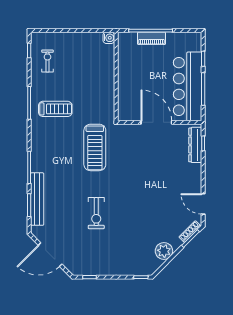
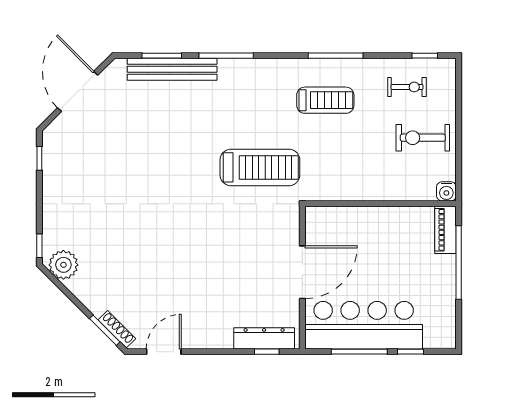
piano: (152, 38) -> (446, 230), moved
treadmill: (55, 109) -> (325, 100), turned -90
treadmill: (95, 147) -> (260, 167), turned 180
exercise bike: (96, 213) -> (423, 138), moved
plant: (164, 251) -> (63, 265), moved

